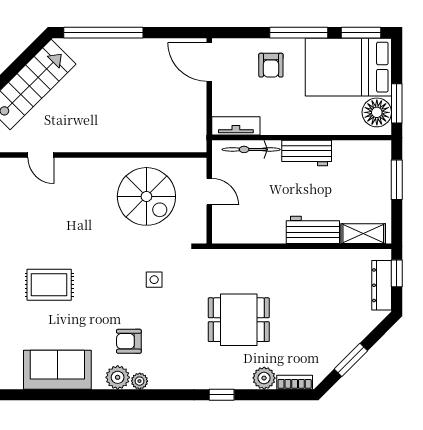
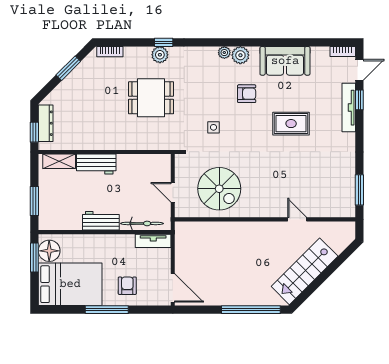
window: (361, 33) -> (61, 310), removed
spiral stairs: (146, 196) -> (219, 189), turned 180
armchair: (129, 341) -> (247, 94), moved
plant: (264, 378) -> (160, 55), moved

